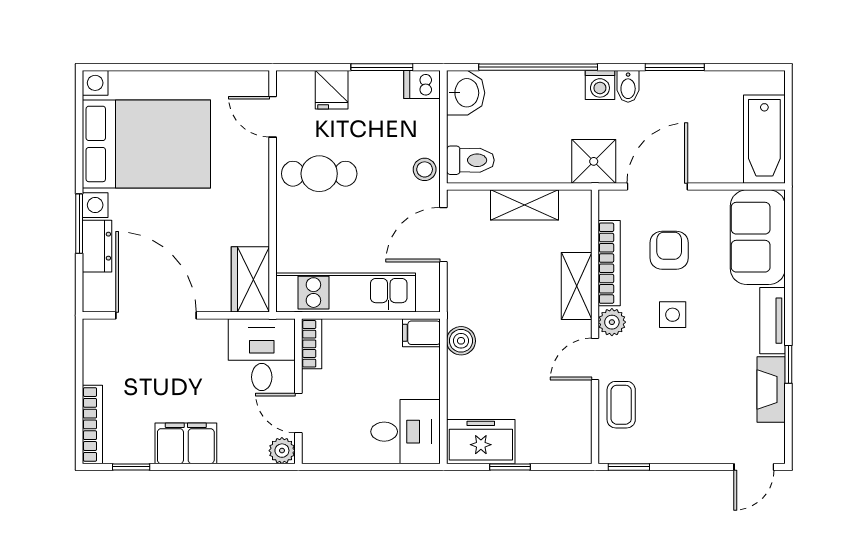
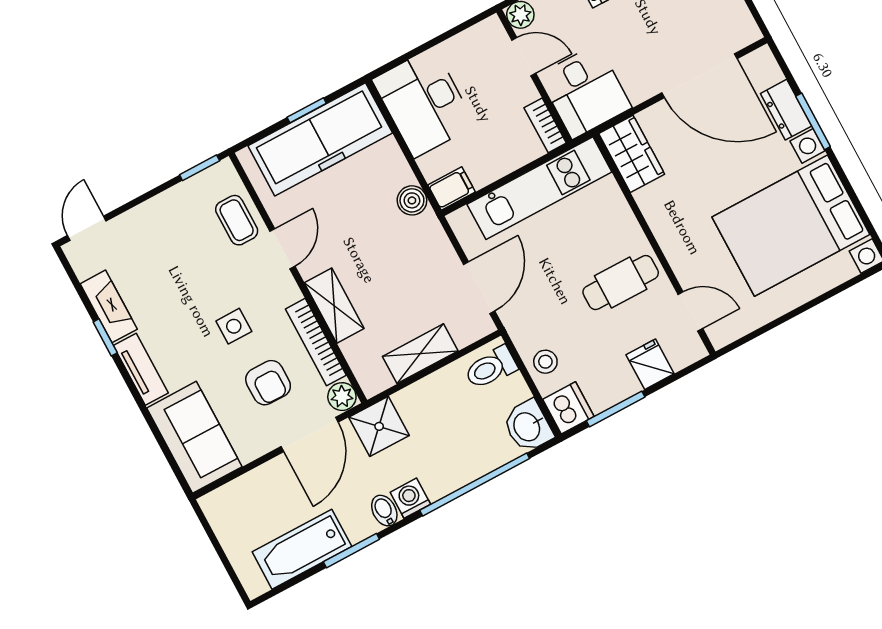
dishwasher: (422, 85) -> (568, 408), width x1.38
bathtub: (764, 139) -> (302, 549), moved, turned -90
stool: (425, 169) -> (545, 362), moved
plant: (612, 322) -> (342, 397), moved
desk: (406, 432) -> (424, 102), width x1.37
freezer: (481, 442) -> (320, 139), width x1.91, depth x1.26

